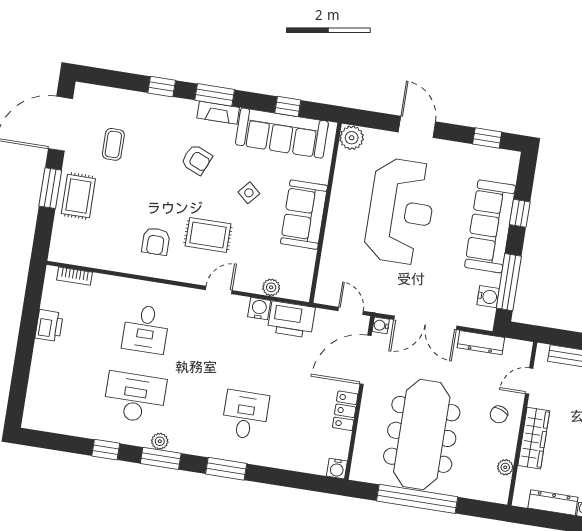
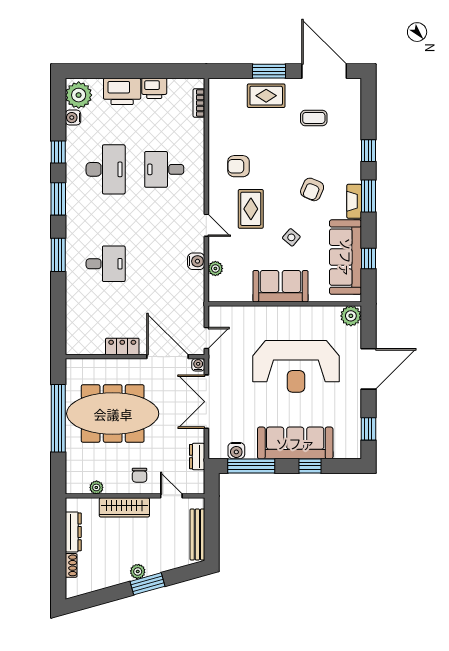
door: (417, 127) -> (368, 369), width x1.36
printer: (291, 319) -> (122, 91), moved, turned -90
dresser: (481, 343) -> (197, 457), width x0.70
chair: (499, 414) -> (140, 475), turned -111
plant: (160, 441) -> (79, 95), moved, width x1.88, depth x1.88
water cooler: (337, 469) -> (73, 118), moved

